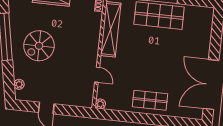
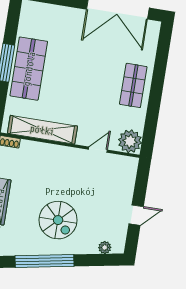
plant: (100, 104) -> (130, 141), width x1.87, depth x1.87

